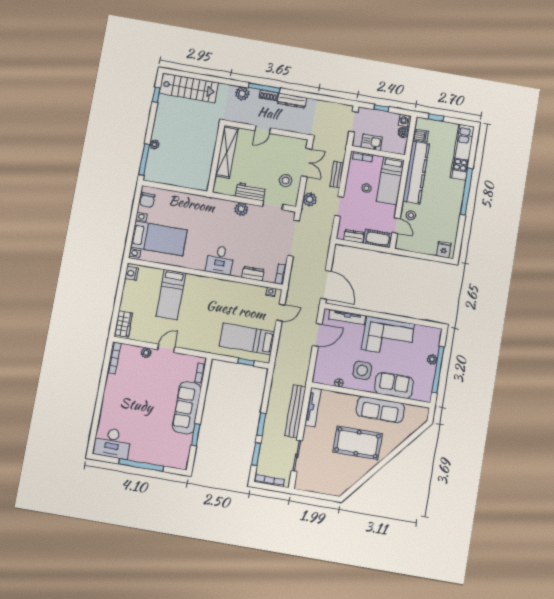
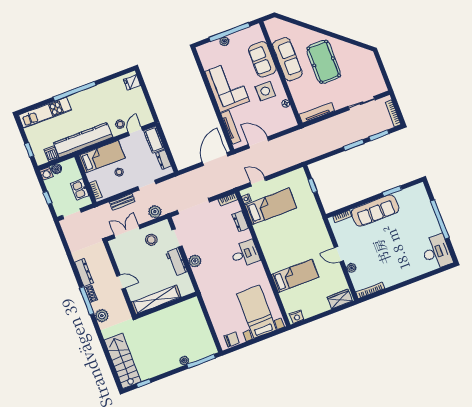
bed: (247, 339) -> (271, 206), moved, turned -90
bench: (295, 411) -> (328, 125), removed

